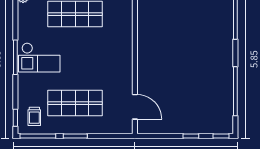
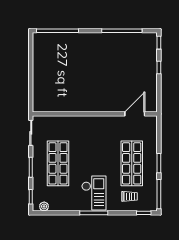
trolley: (34, 116) -> (130, 196), moved

